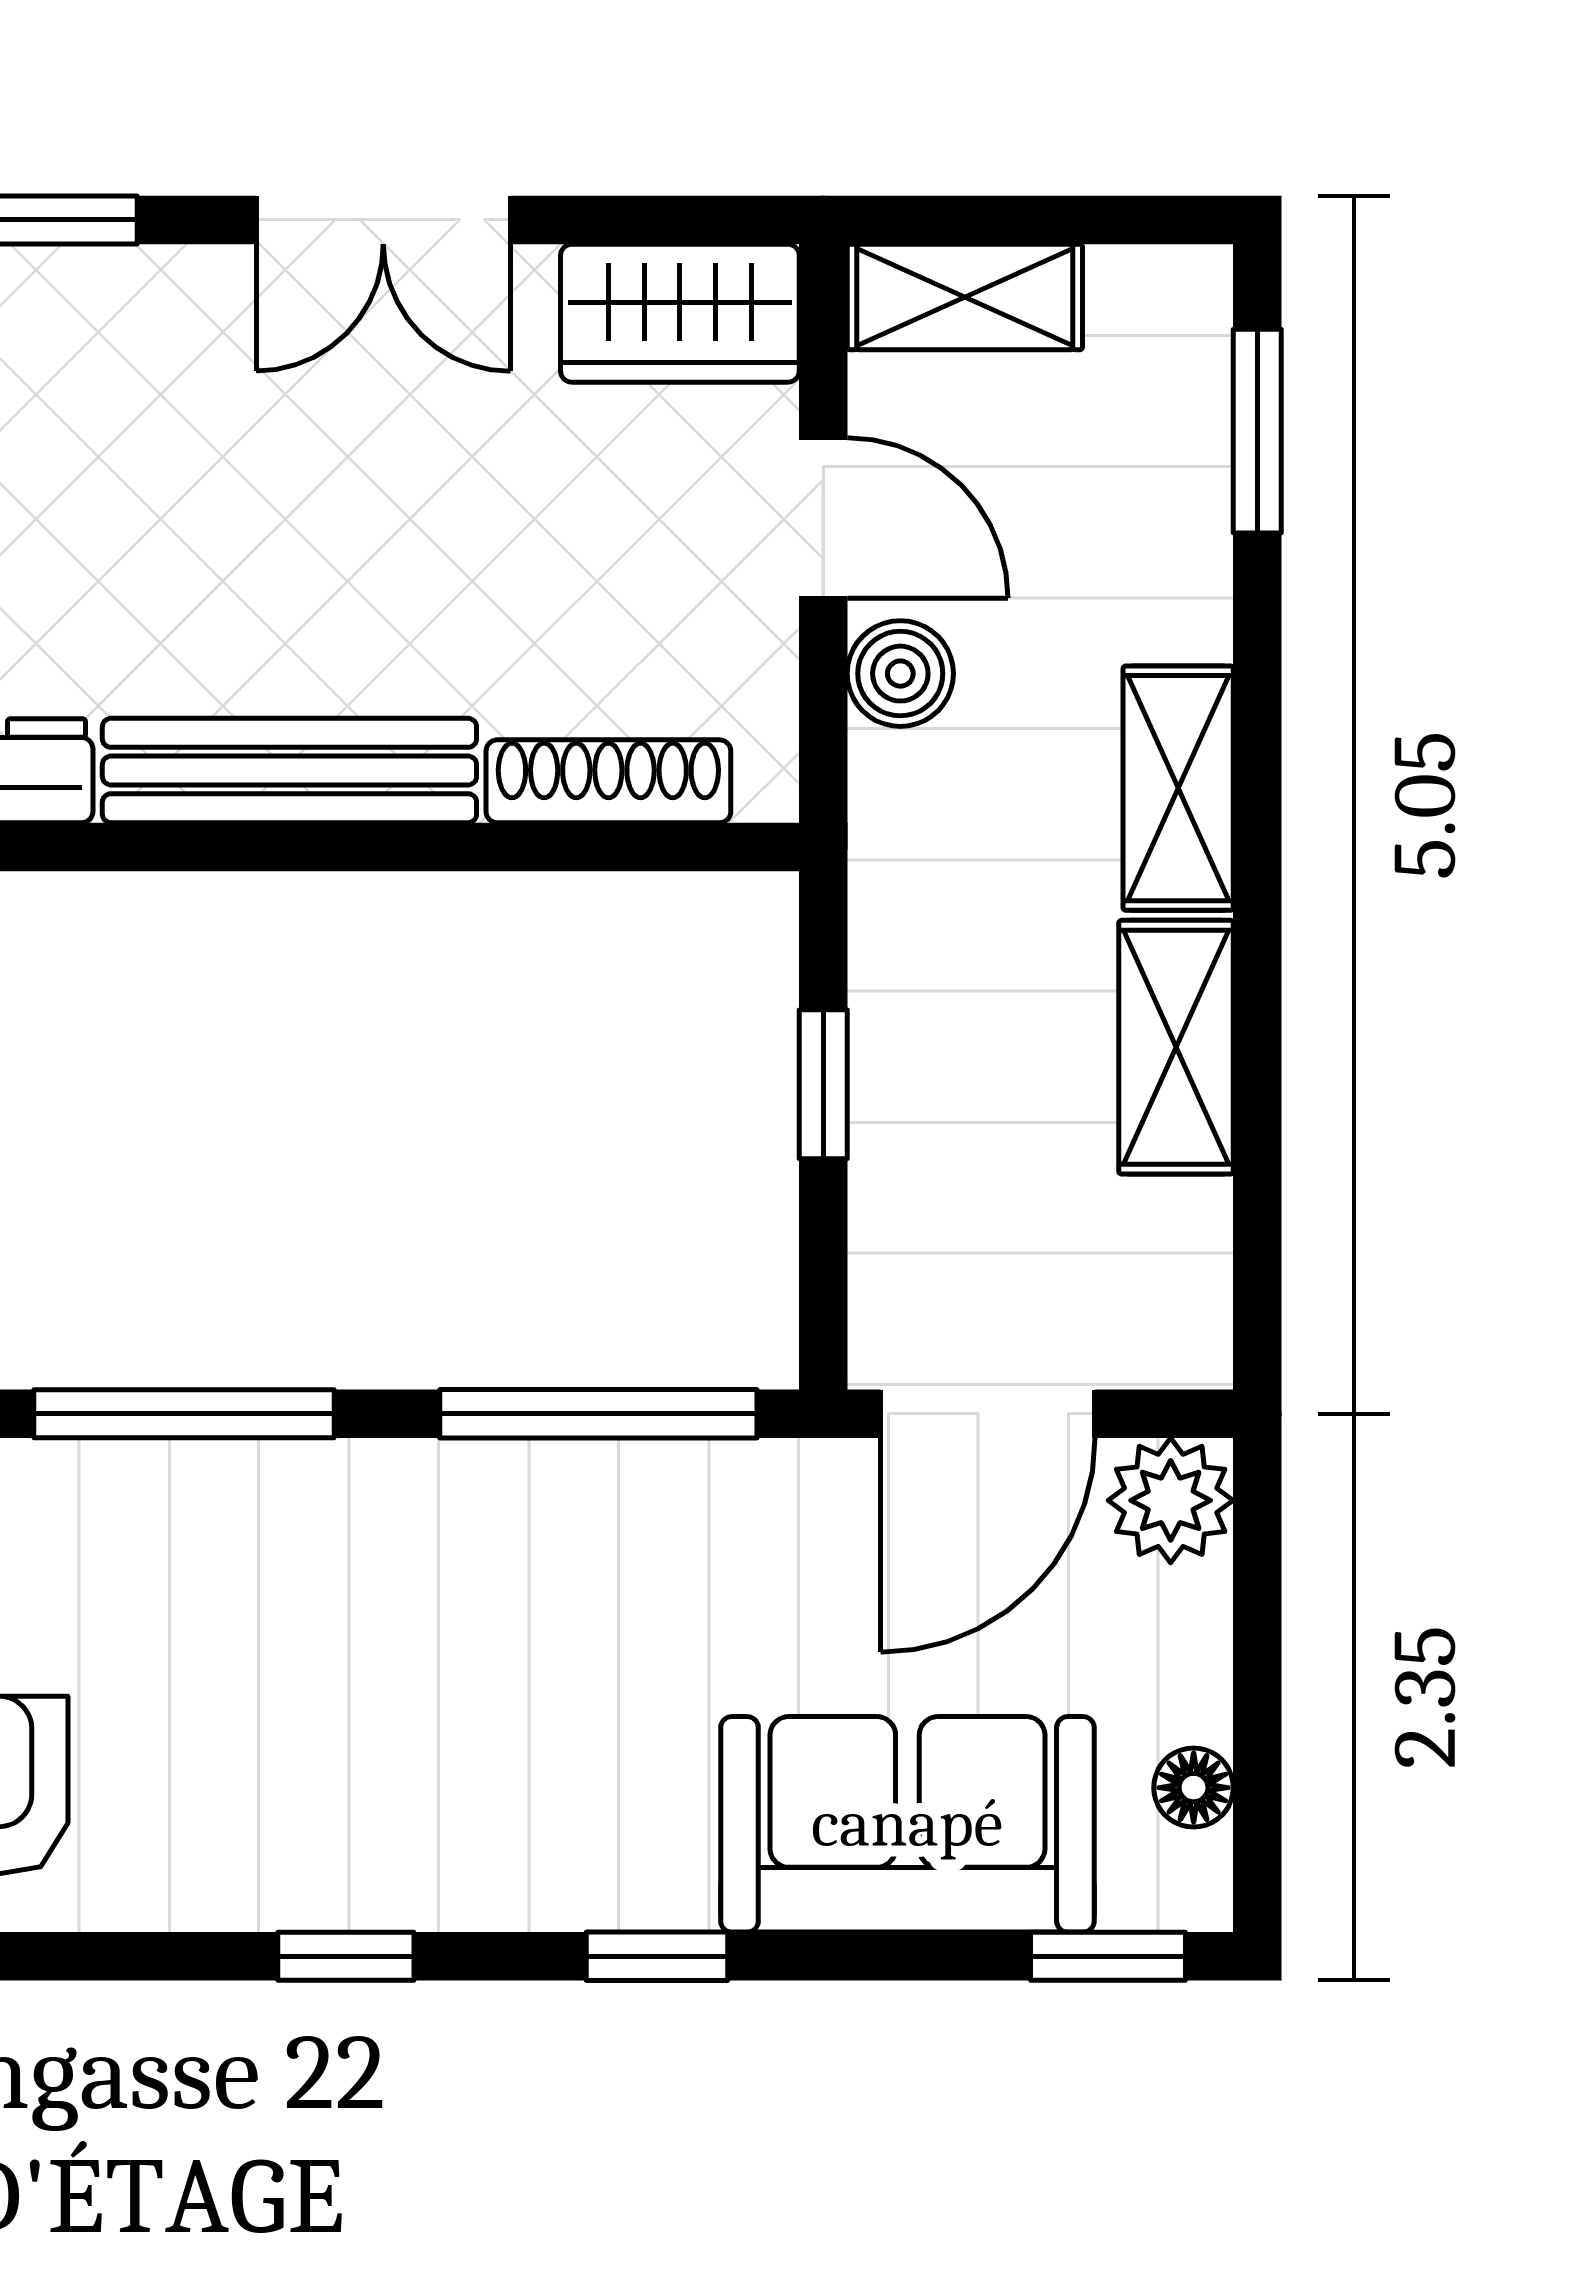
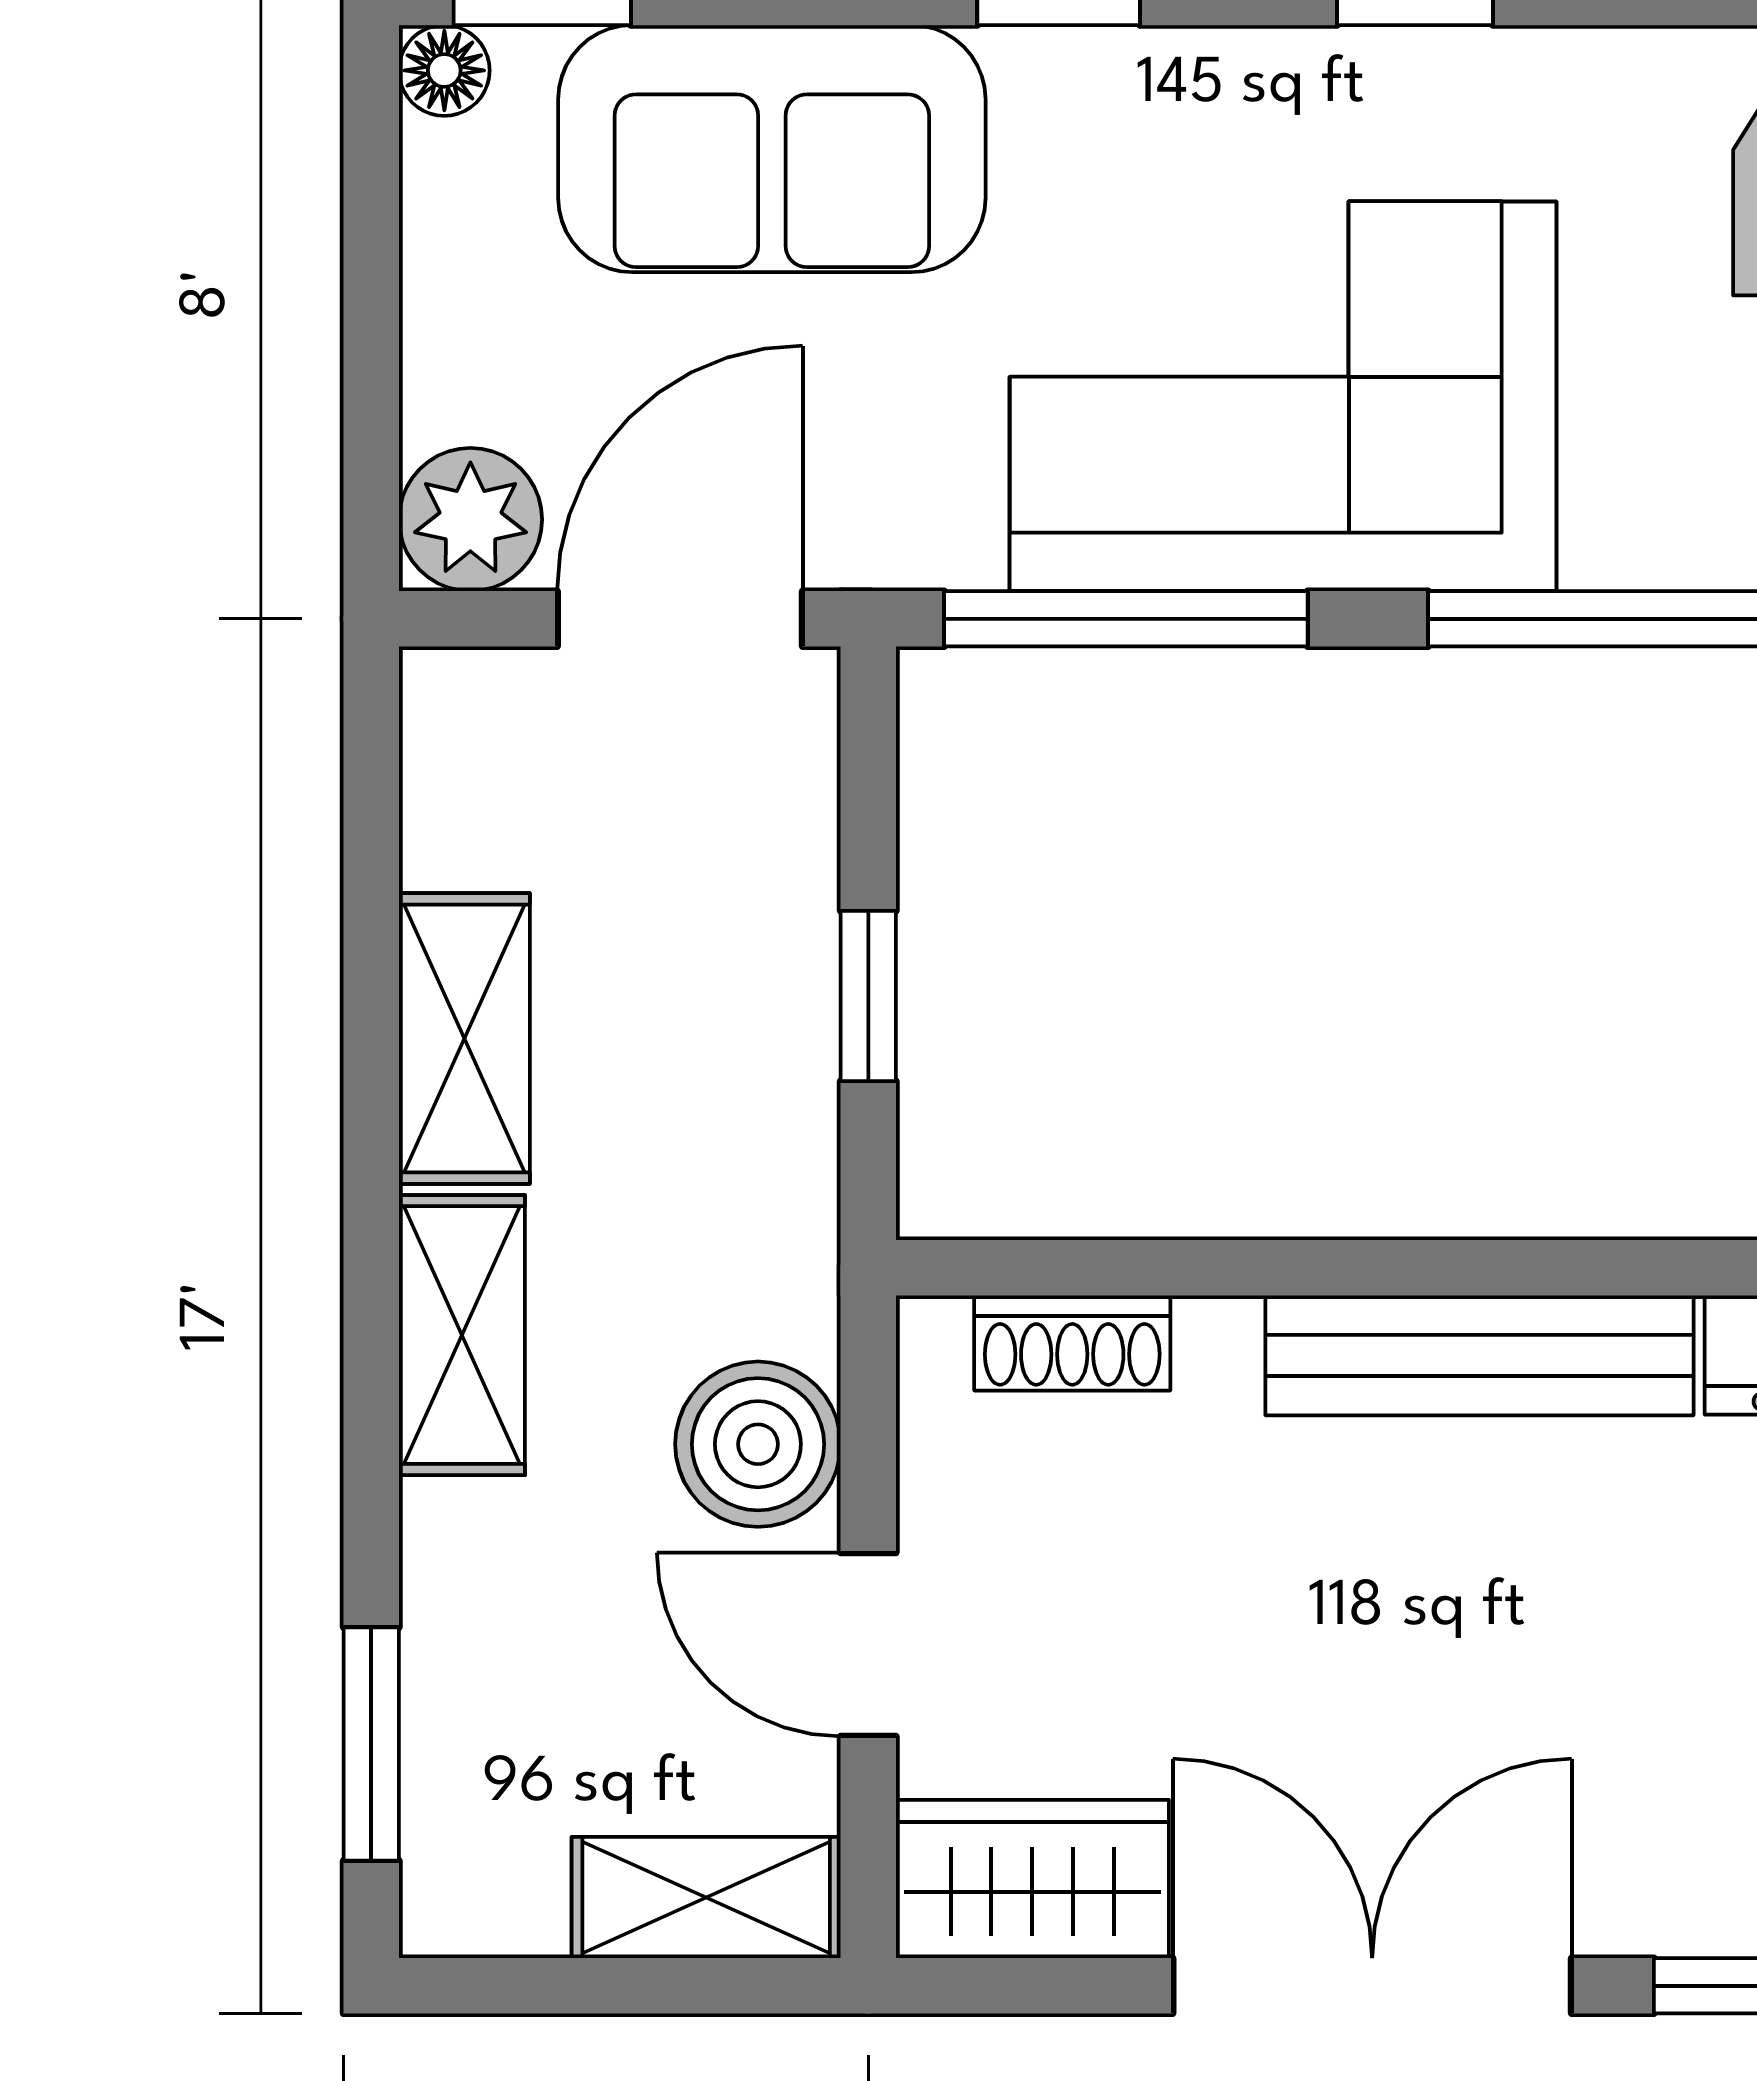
double door: (383, 220) -> (1372, 1986), width x1.37
boiler: (900, 674) -> (758, 1444), width x1.36, depth x1.36
shoe rack: (608, 781) -> (1072, 1343), width x0.70
corner sofa: (461, 1608) -> (1283, 396), added
floor lamp: (1194, 1788) -> (444, 70), moved

